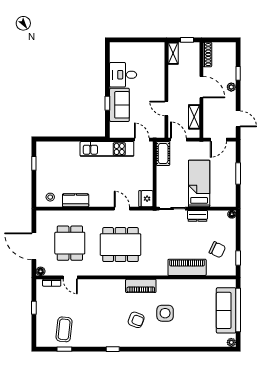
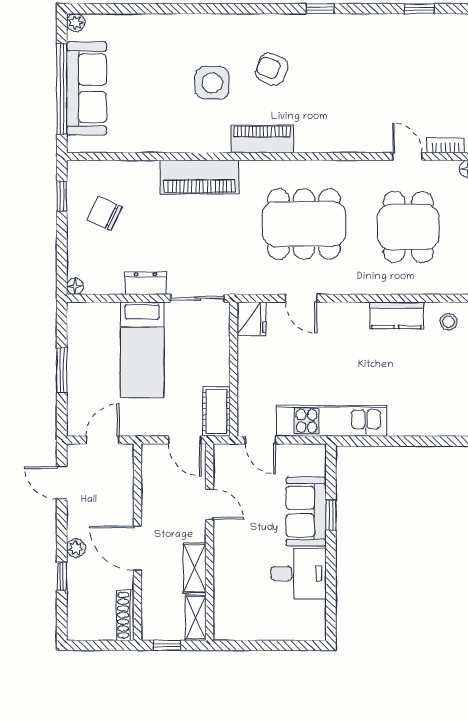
shelving: (194, 117) -> (195, 568), moved
piano: (187, 267) -> (200, 177), moved
coffee table: (64, 329) -> (420, 49), removed

